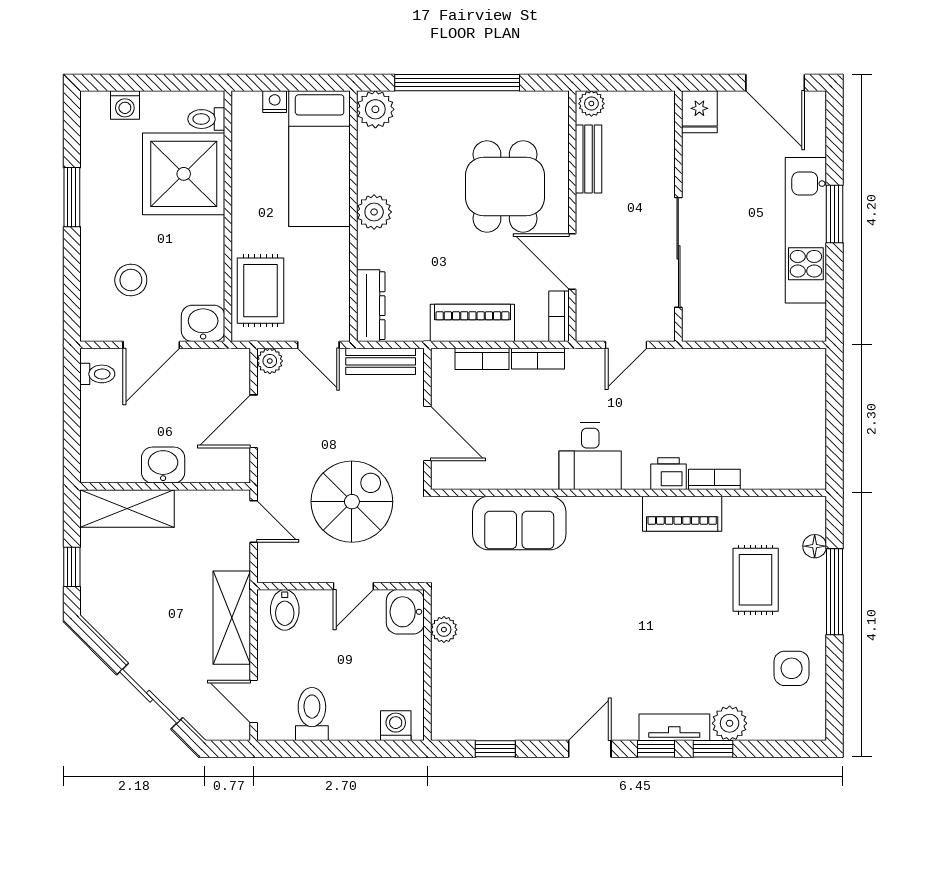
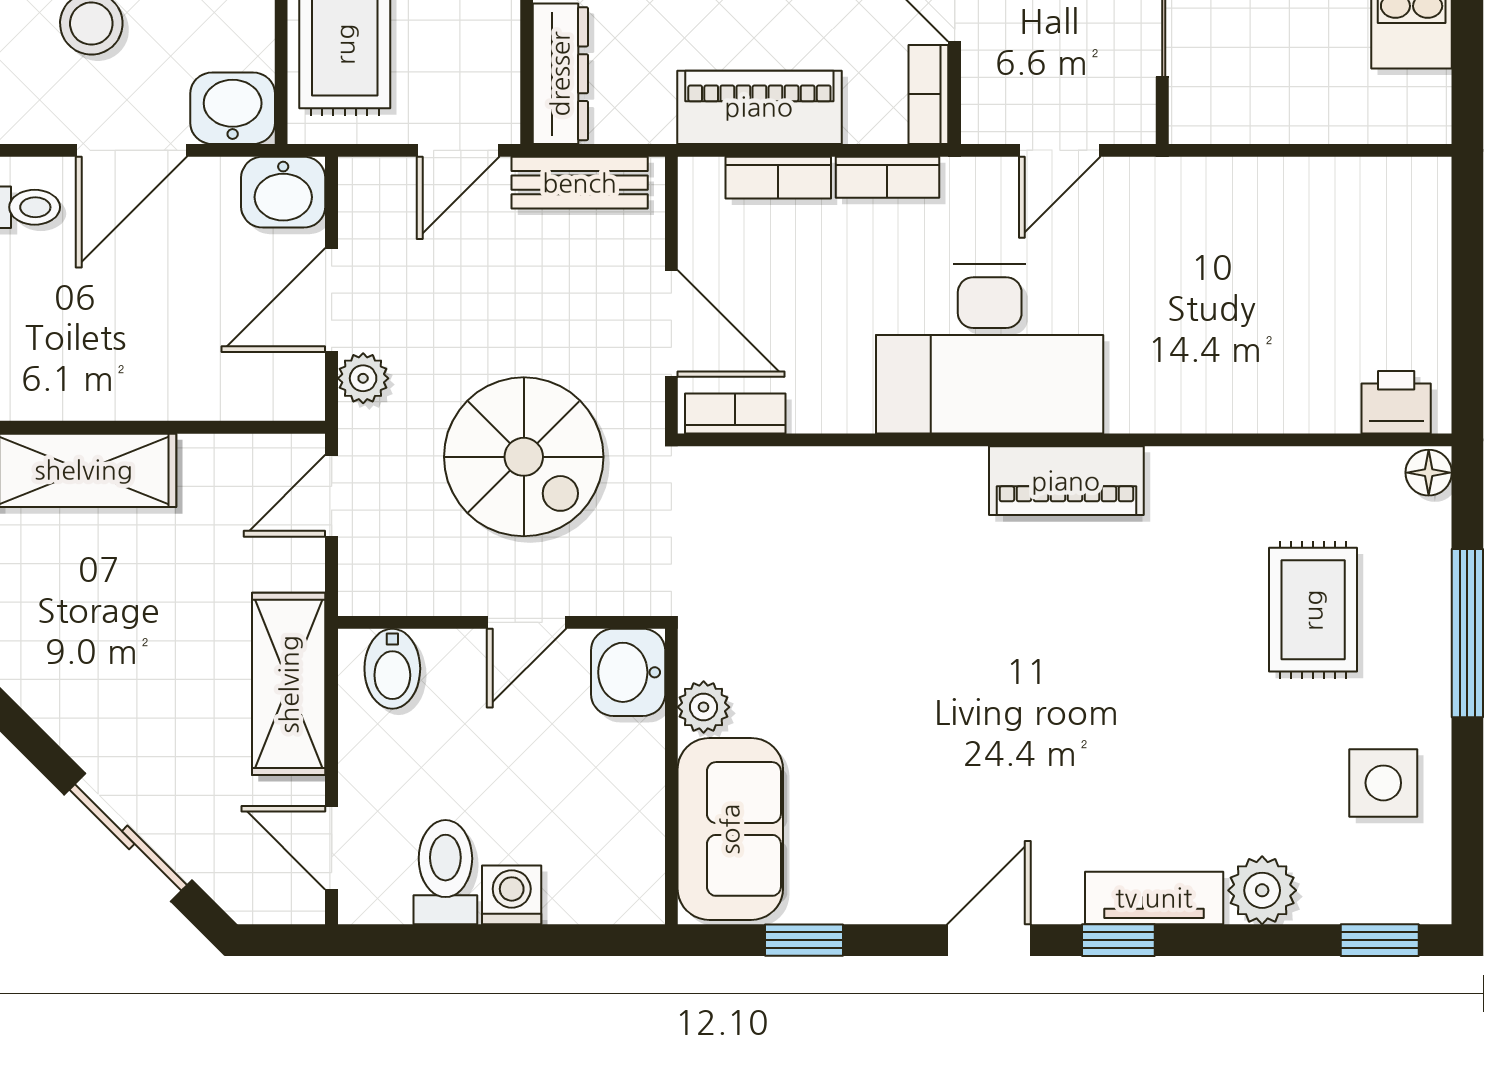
door: (318, 345) -> (458, 150), hinge flipped
plant: (270, 361) -> (363, 378), moved
desk: (590, 456) -> (990, 349), width x1.87, depth x1.30
washbasin: (163, 465) -> (283, 192), moved, turned 180
printer: (668, 474) -> (1396, 402), moved
bookcase: (714, 479) -> (735, 413), moved
spiral stairs: (352, 502) -> (524, 457), turned 90
piano: (682, 514) -> (1066, 481), moved
door: (254, 521) -> (332, 496), swing flipped
sofa: (519, 523) -> (730, 829), moved, turned -90
floor lamp: (815, 546) -> (1429, 473), moved
washing machine: (396, 726) -> (512, 895), moved
window: (713, 749) -> (1380, 940), moved

